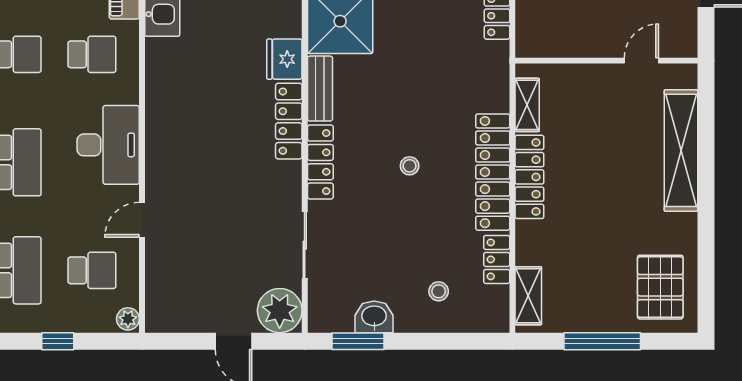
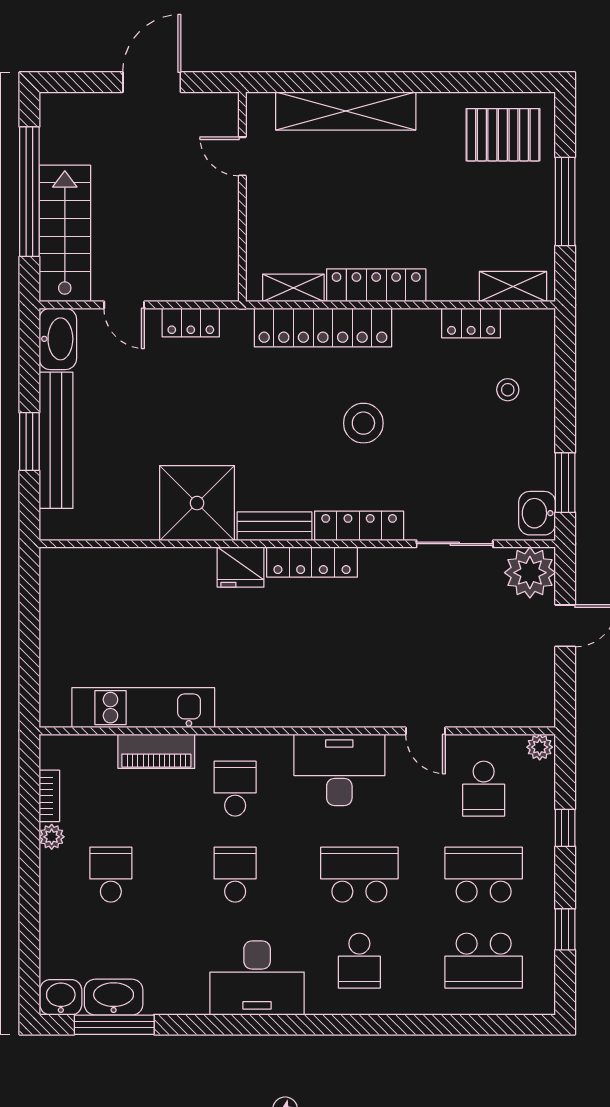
stool: (410, 166) -> (363, 423), width x1.89, depth x1.89
locker: (493, 172) -> (323, 328), moved
school desk: (92, 270) -> (484, 789), turned 180
washbasin: (374, 317) -> (537, 513), moved

